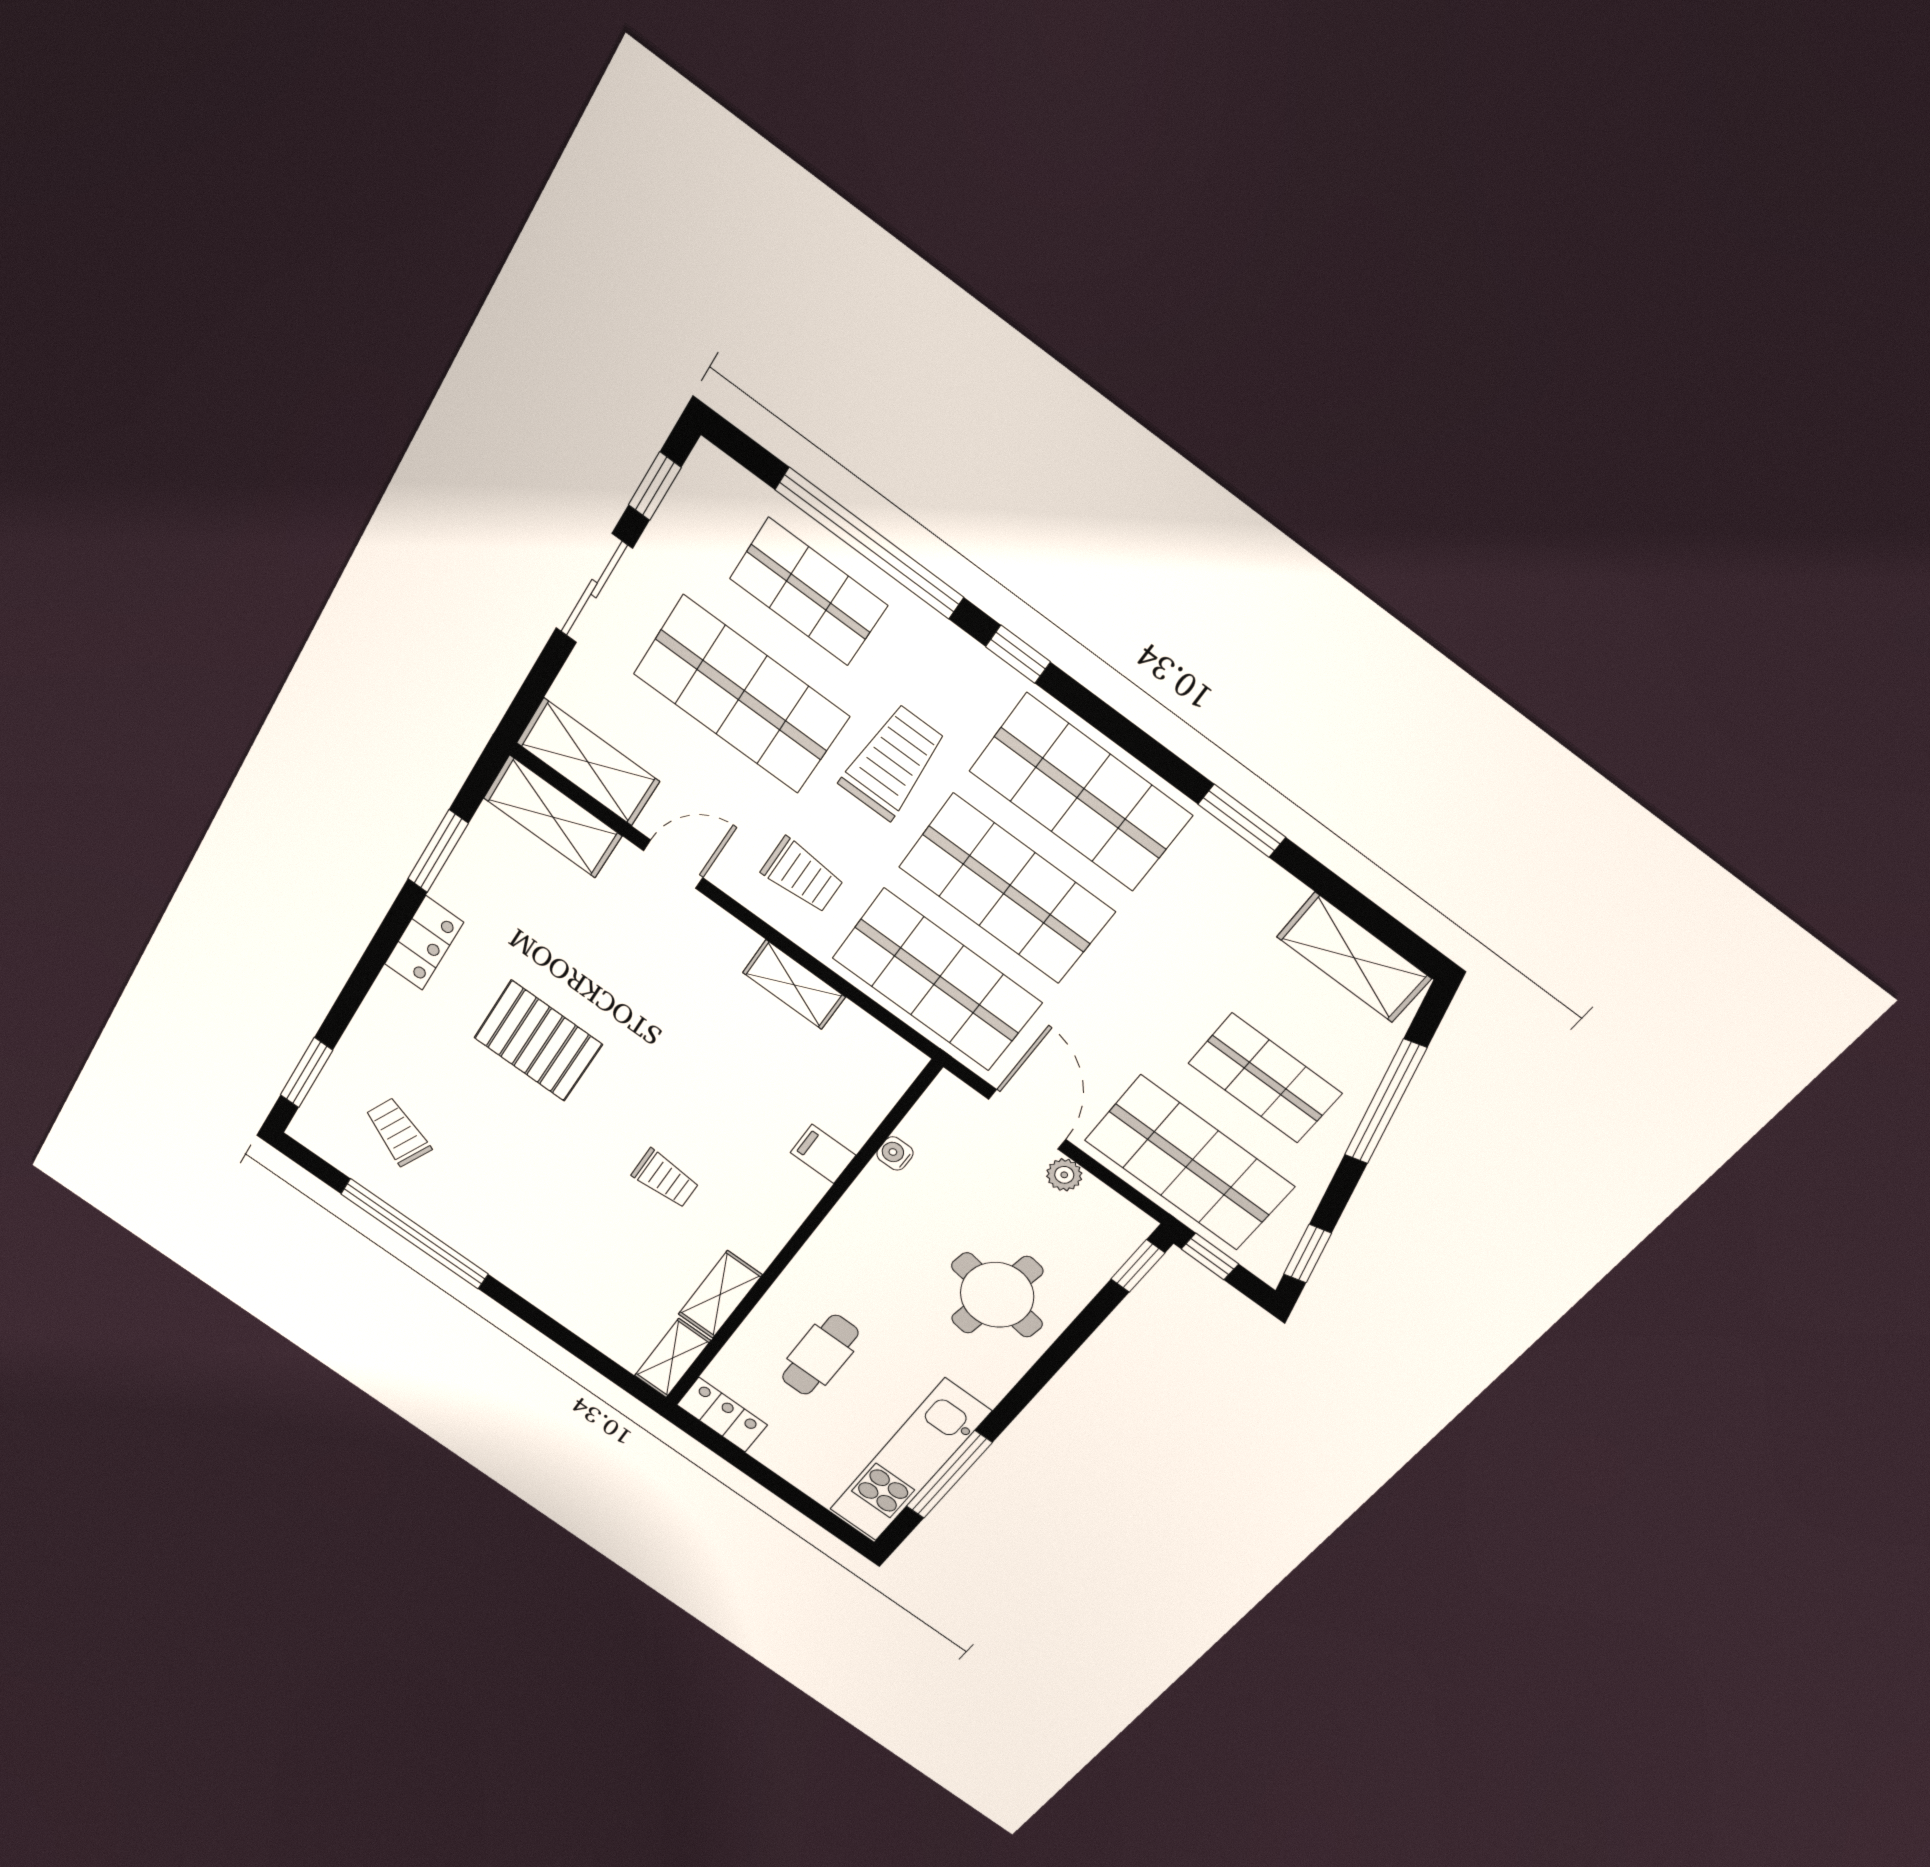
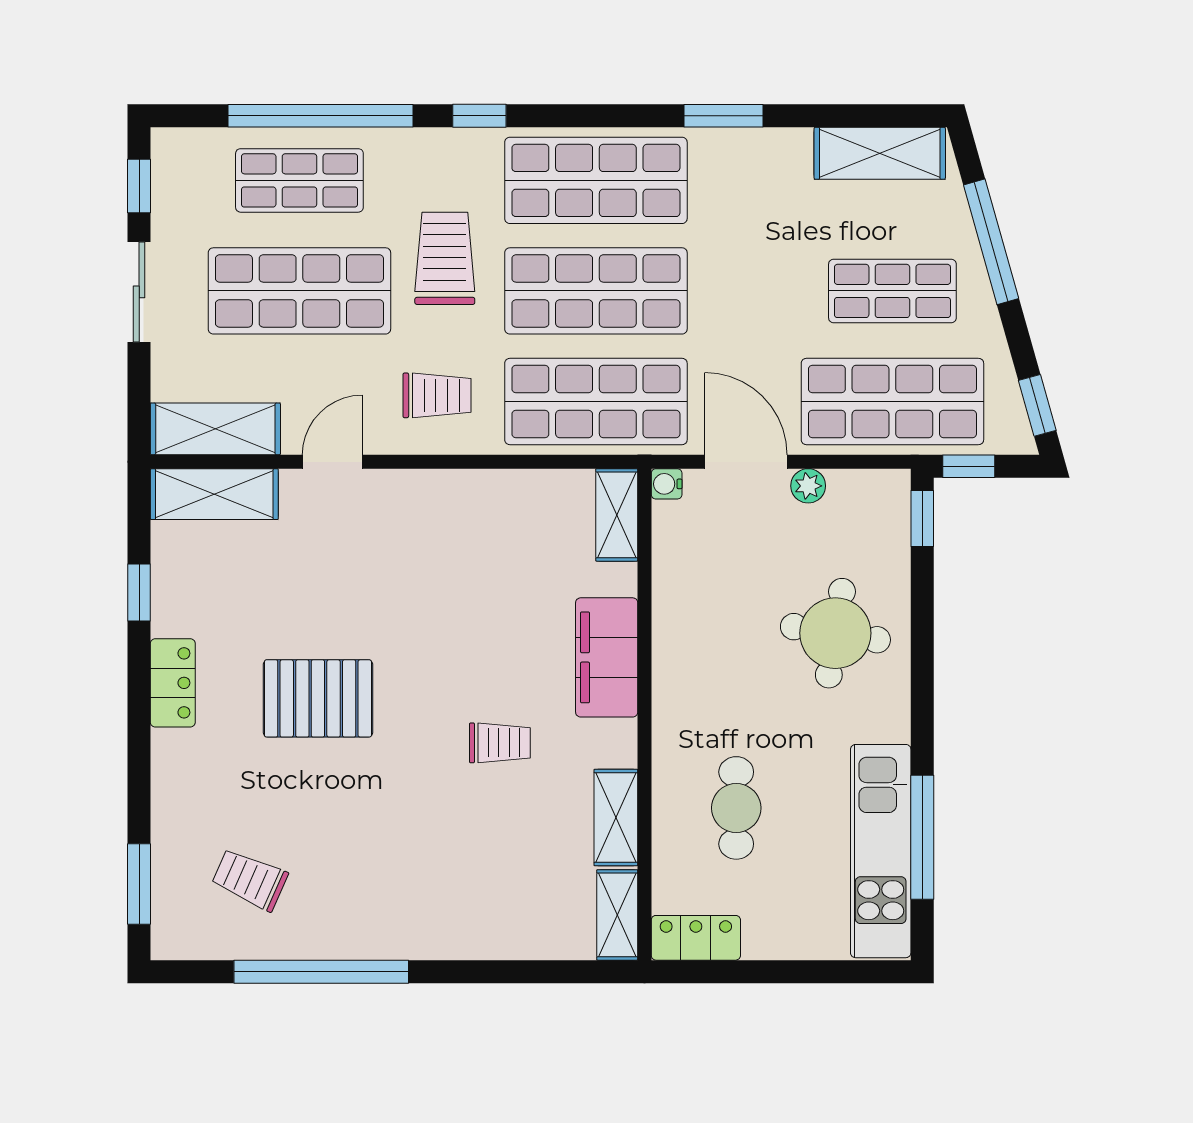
window: (438, 851) -> (139, 593), width x0.67
shelving: (794, 985) -> (617, 515), moved, turned 90
water cooler: (895, 1153) -> (667, 484), moved
filing cabinet: (823, 1154) -> (607, 657), width x3.00, depth x1.17

